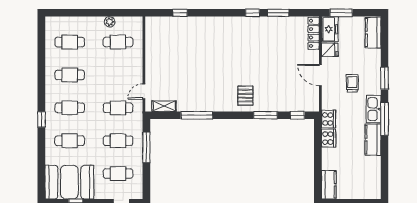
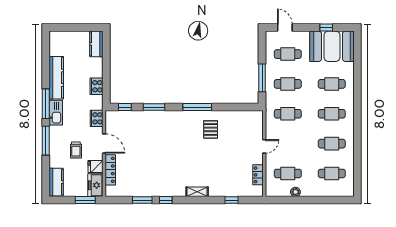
locker: (314, 33) -> (110, 170), moved
locker: (151, 41) -> (258, 175), added
window: (385, 78) -> (46, 141), width x1.44
trolley: (352, 83) -> (76, 150), moved
door: (144, 92) -> (264, 146), moved
pallet: (245, 96) -> (211, 129), moved
shelving: (164, 106) -> (197, 192), moved
window: (197, 115) -> (197, 107), moved
cooker: (329, 119) -> (97, 118), moved
window: (41, 120) -> (357, 103), removed
kitchen counter: (373, 140) -> (56, 78), width x1.50

